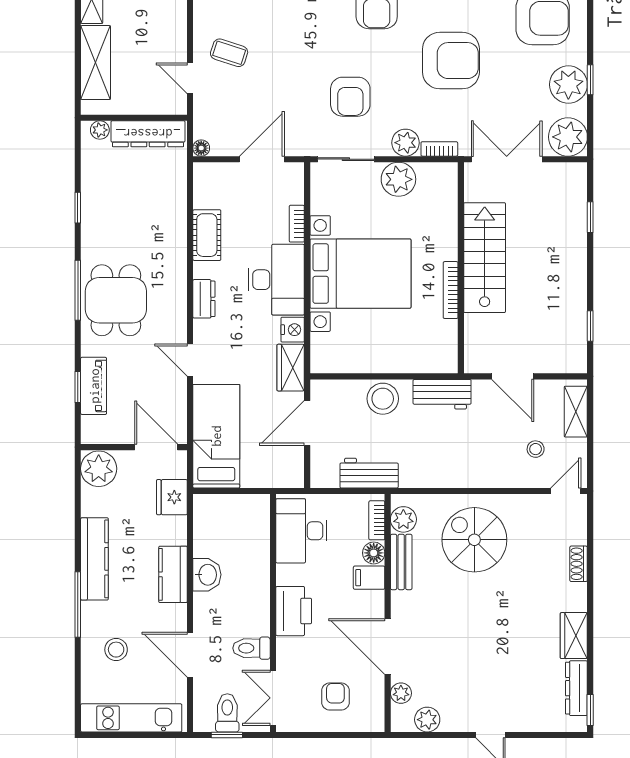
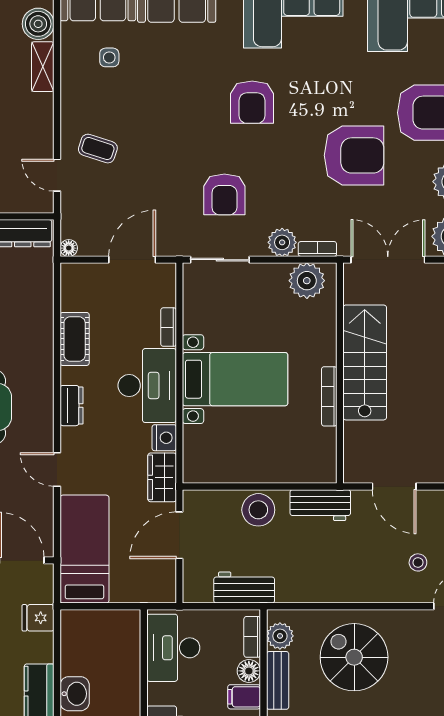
armchair: (451, 61) -> (354, 155), moved
plant: (398, 179) -> (307, 281), moved
bed with nightstands: (360, 274) -> (235, 379), width x0.73
fridge: (172, 497) -> (38, 618), width x0.72

